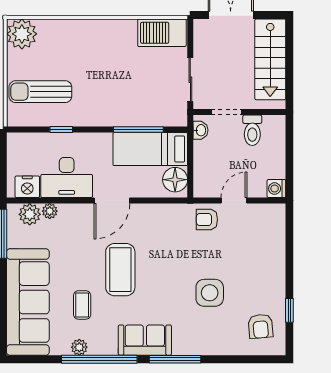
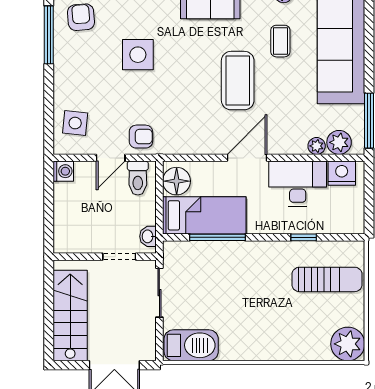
toilet: (252, 130) -> (138, 178), moved, turned 180
side table: (266, 232) -> (75, 123), added
window: (289, 310) -> (49, 35), width x2.17

